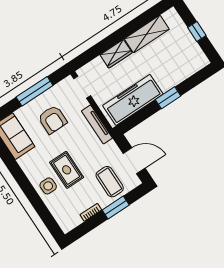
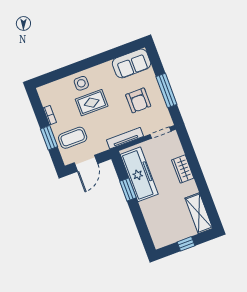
shelving: (147, 34) -> (199, 213), moved
window: (168, 98) -> (128, 189), moved
armchair: (53, 120) -> (138, 100), turned -90

